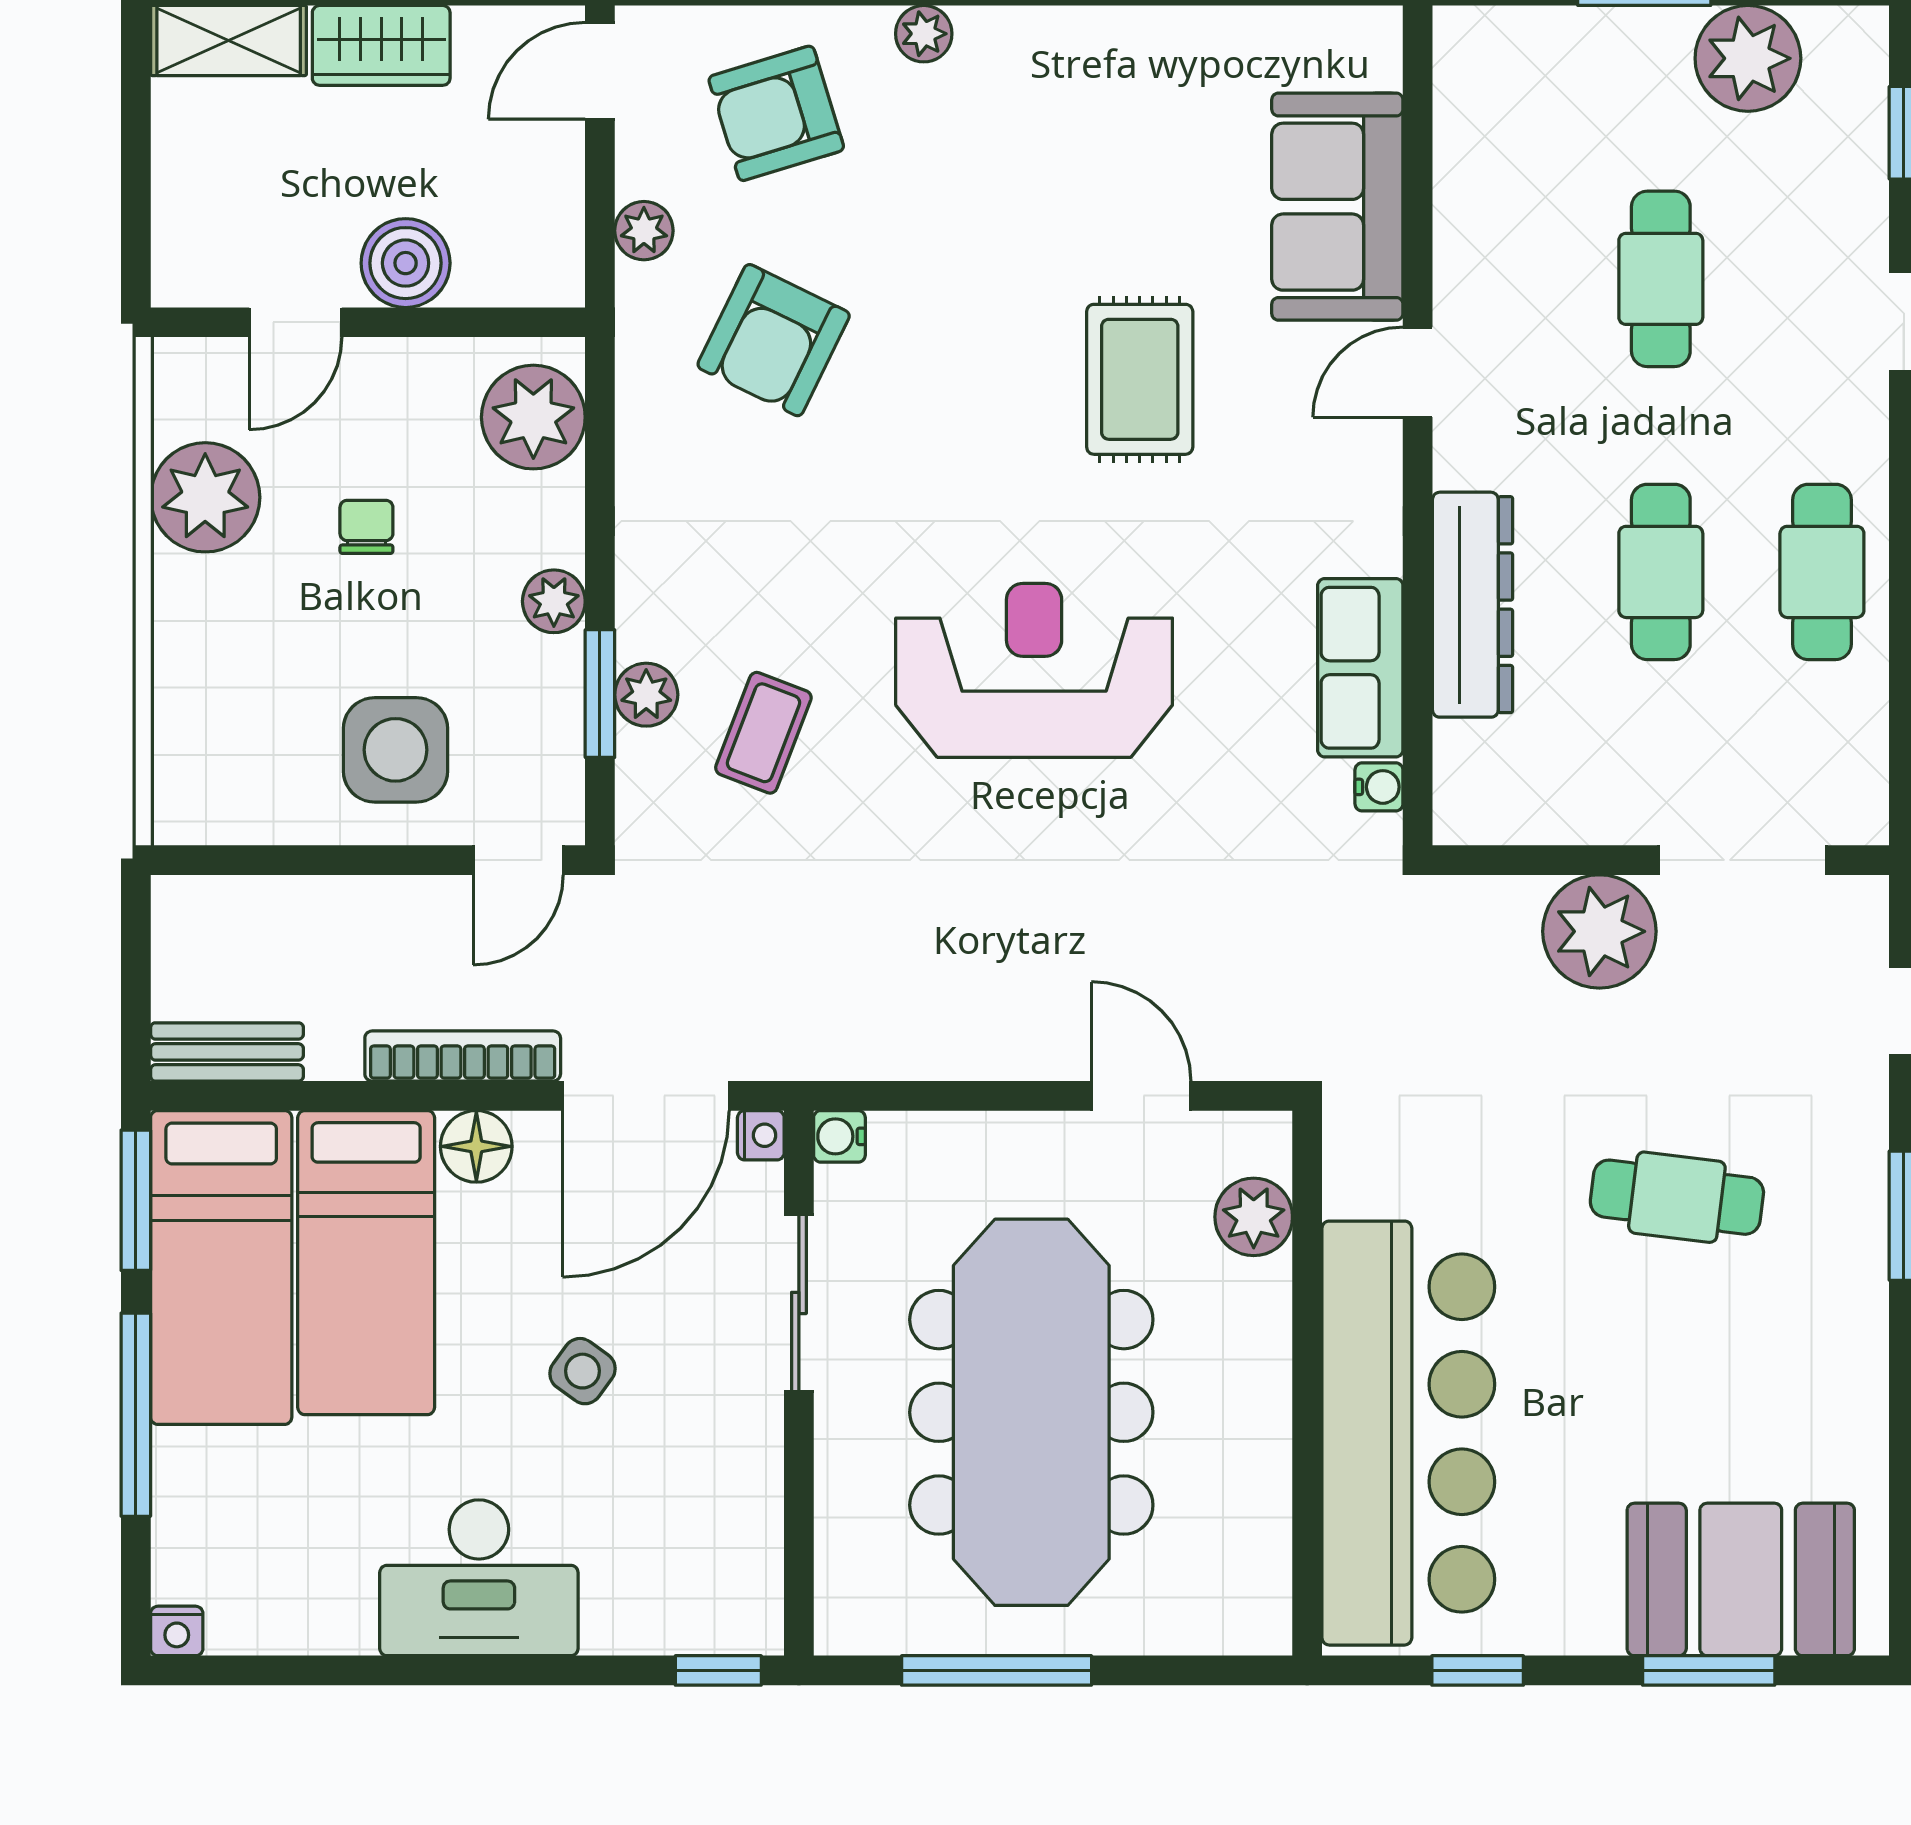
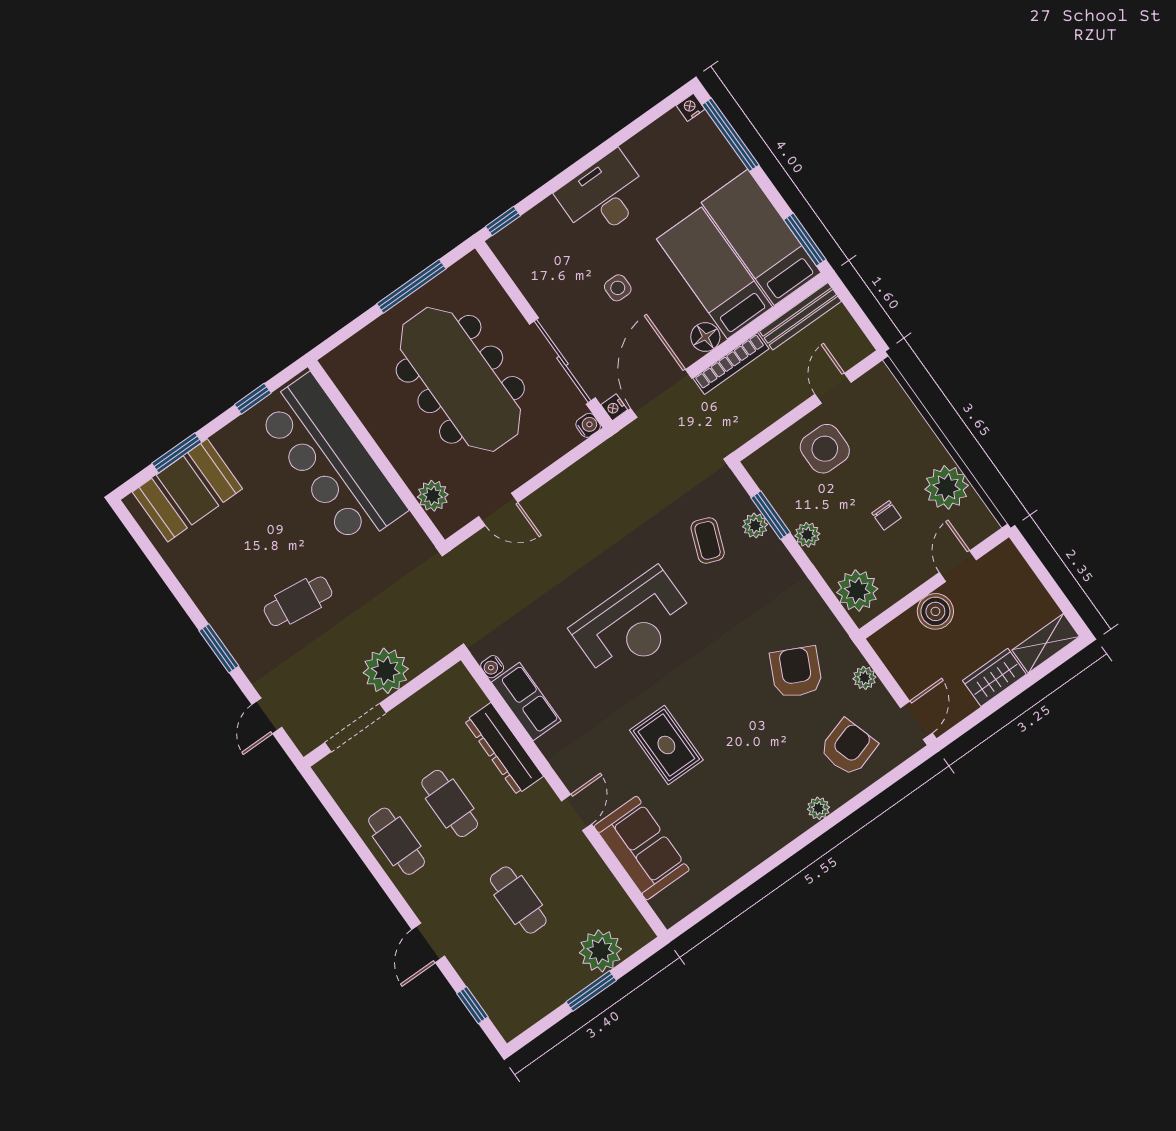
plant: (1748, 58) -> (600, 951), moved
door: (518, 860) -> (833, 388), moved
bench: (227, 1052) -> (800, 316), width x1.36
sliding door: (799, 1303) -> (562, 361), width x1.37
side table: (583, 1371) -> (618, 288), turned -36
window: (136, 1415) -> (730, 135), moved

